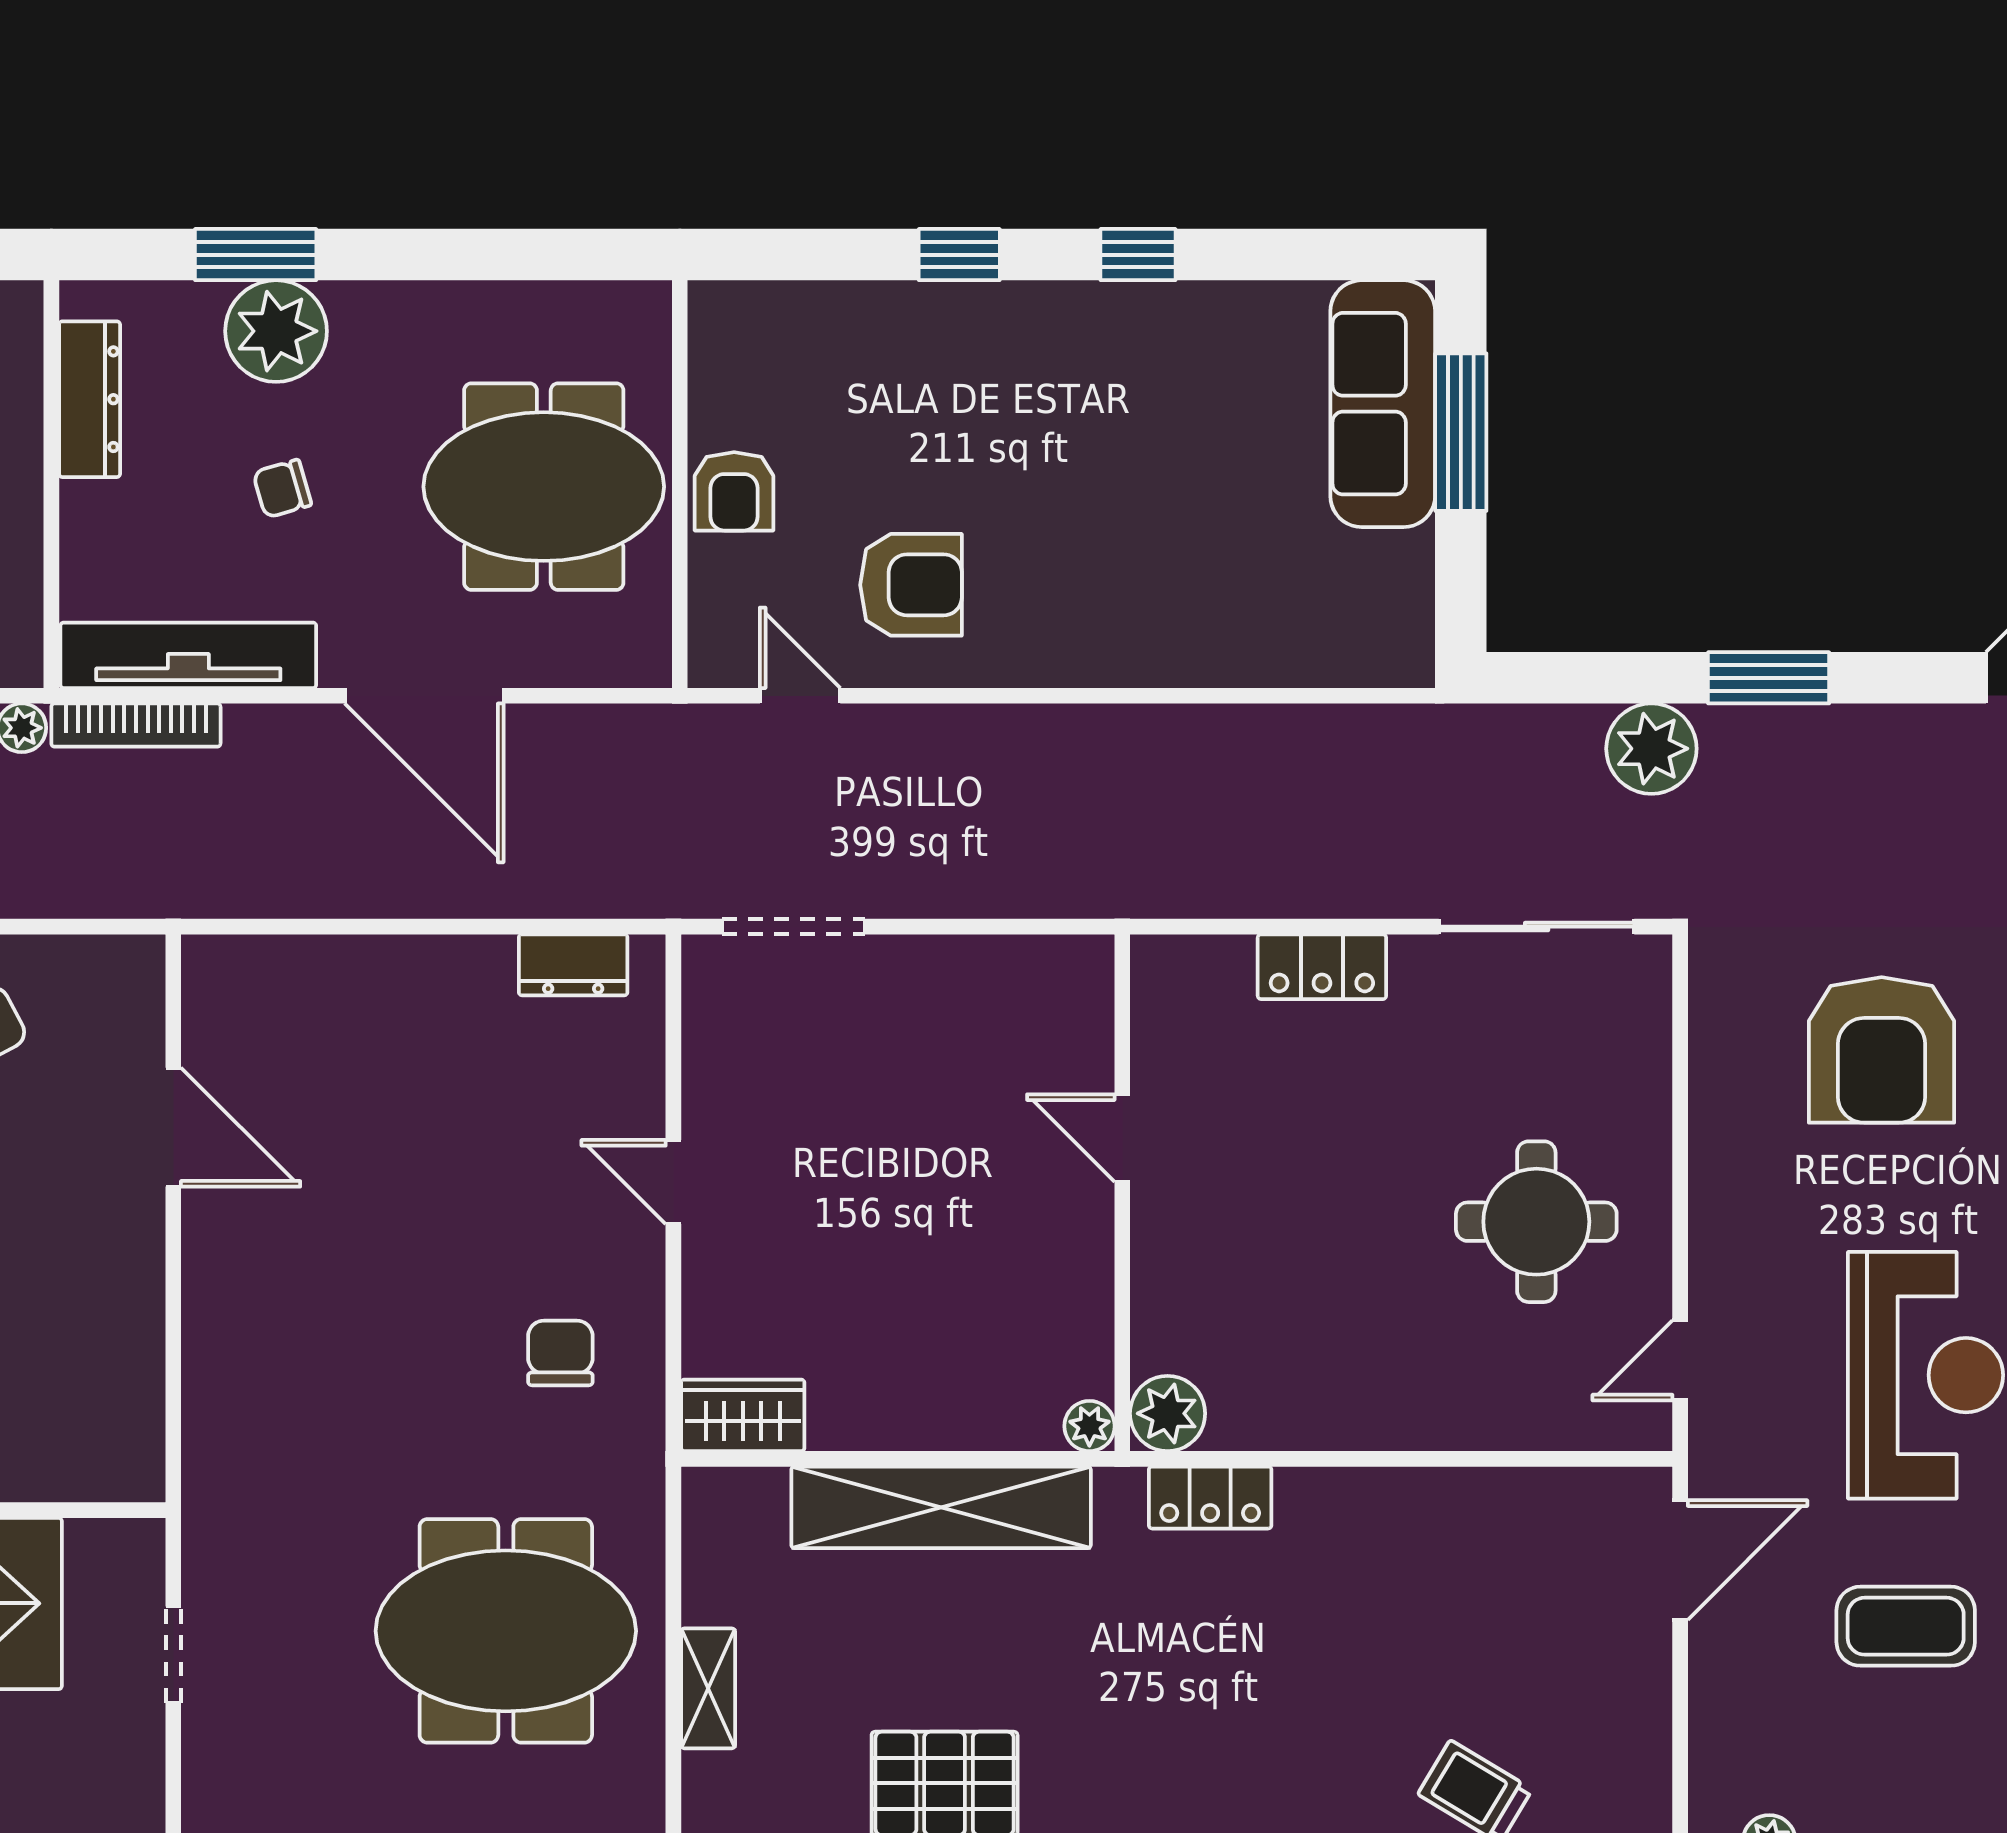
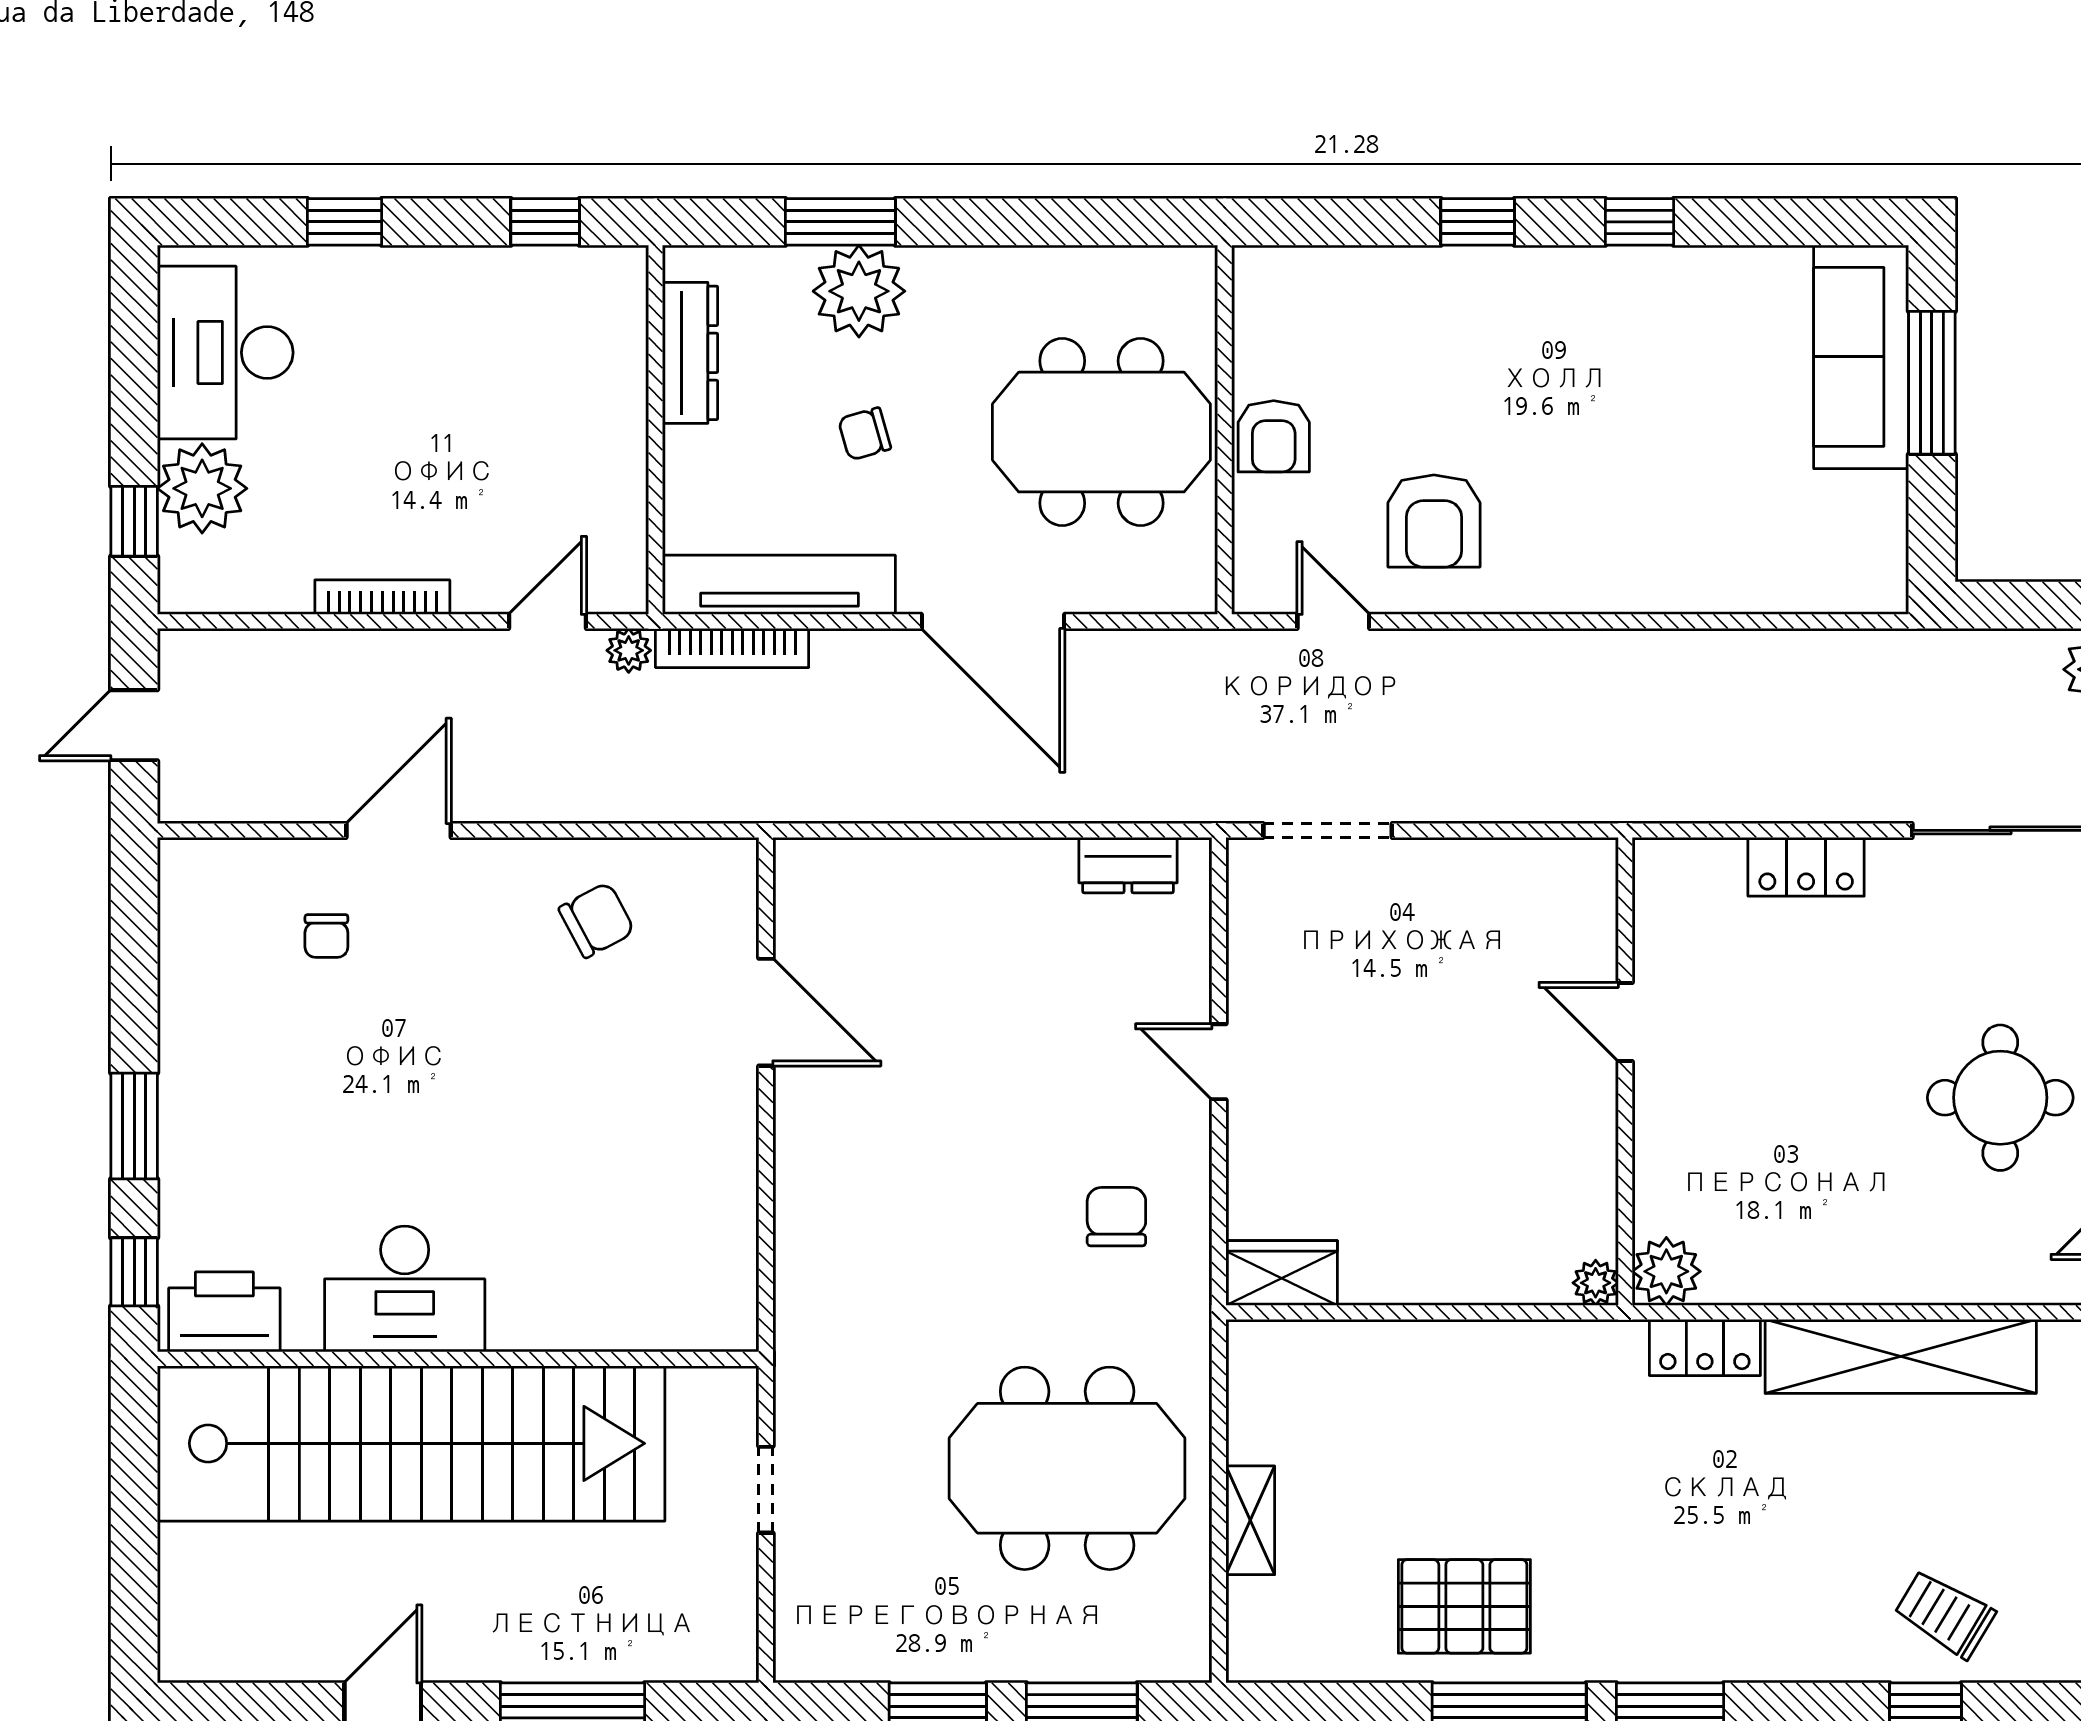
armchair: (911, 585) -> (1434, 521), turned 90
shelving: (941, 1507) -> (1901, 1356), moved

